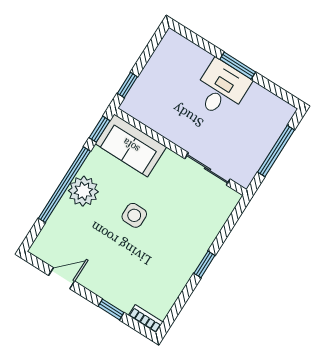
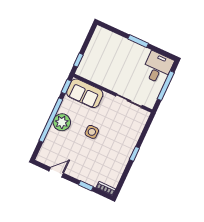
desk: (221, 89) -> (158, 68), moved

